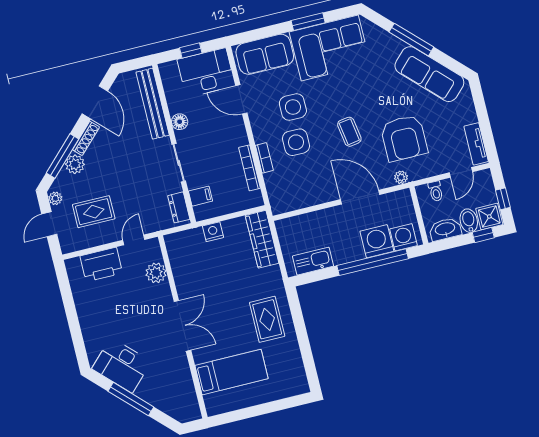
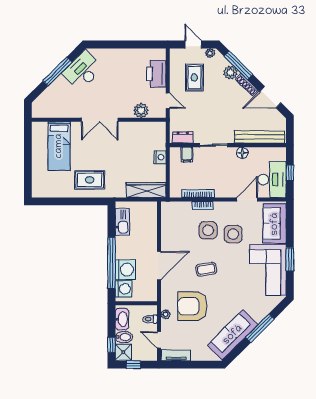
plant: (401, 177) -> (166, 314), moved

